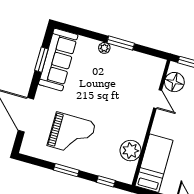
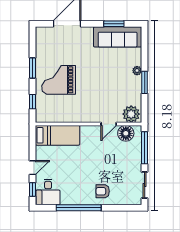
grand piano: (71, 134) -> (59, 80), moved, turned 90
plant: (131, 151) -> (131, 114), moved

